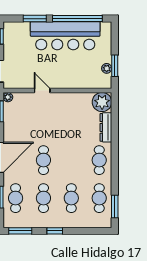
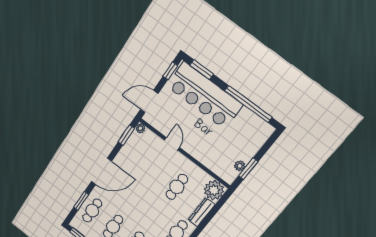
window: (35, 19) -> (202, 70), moved
bar counter: (65, 36) -> (204, 95), moved
cafe table: (43, 160) -> (177, 187), moved

